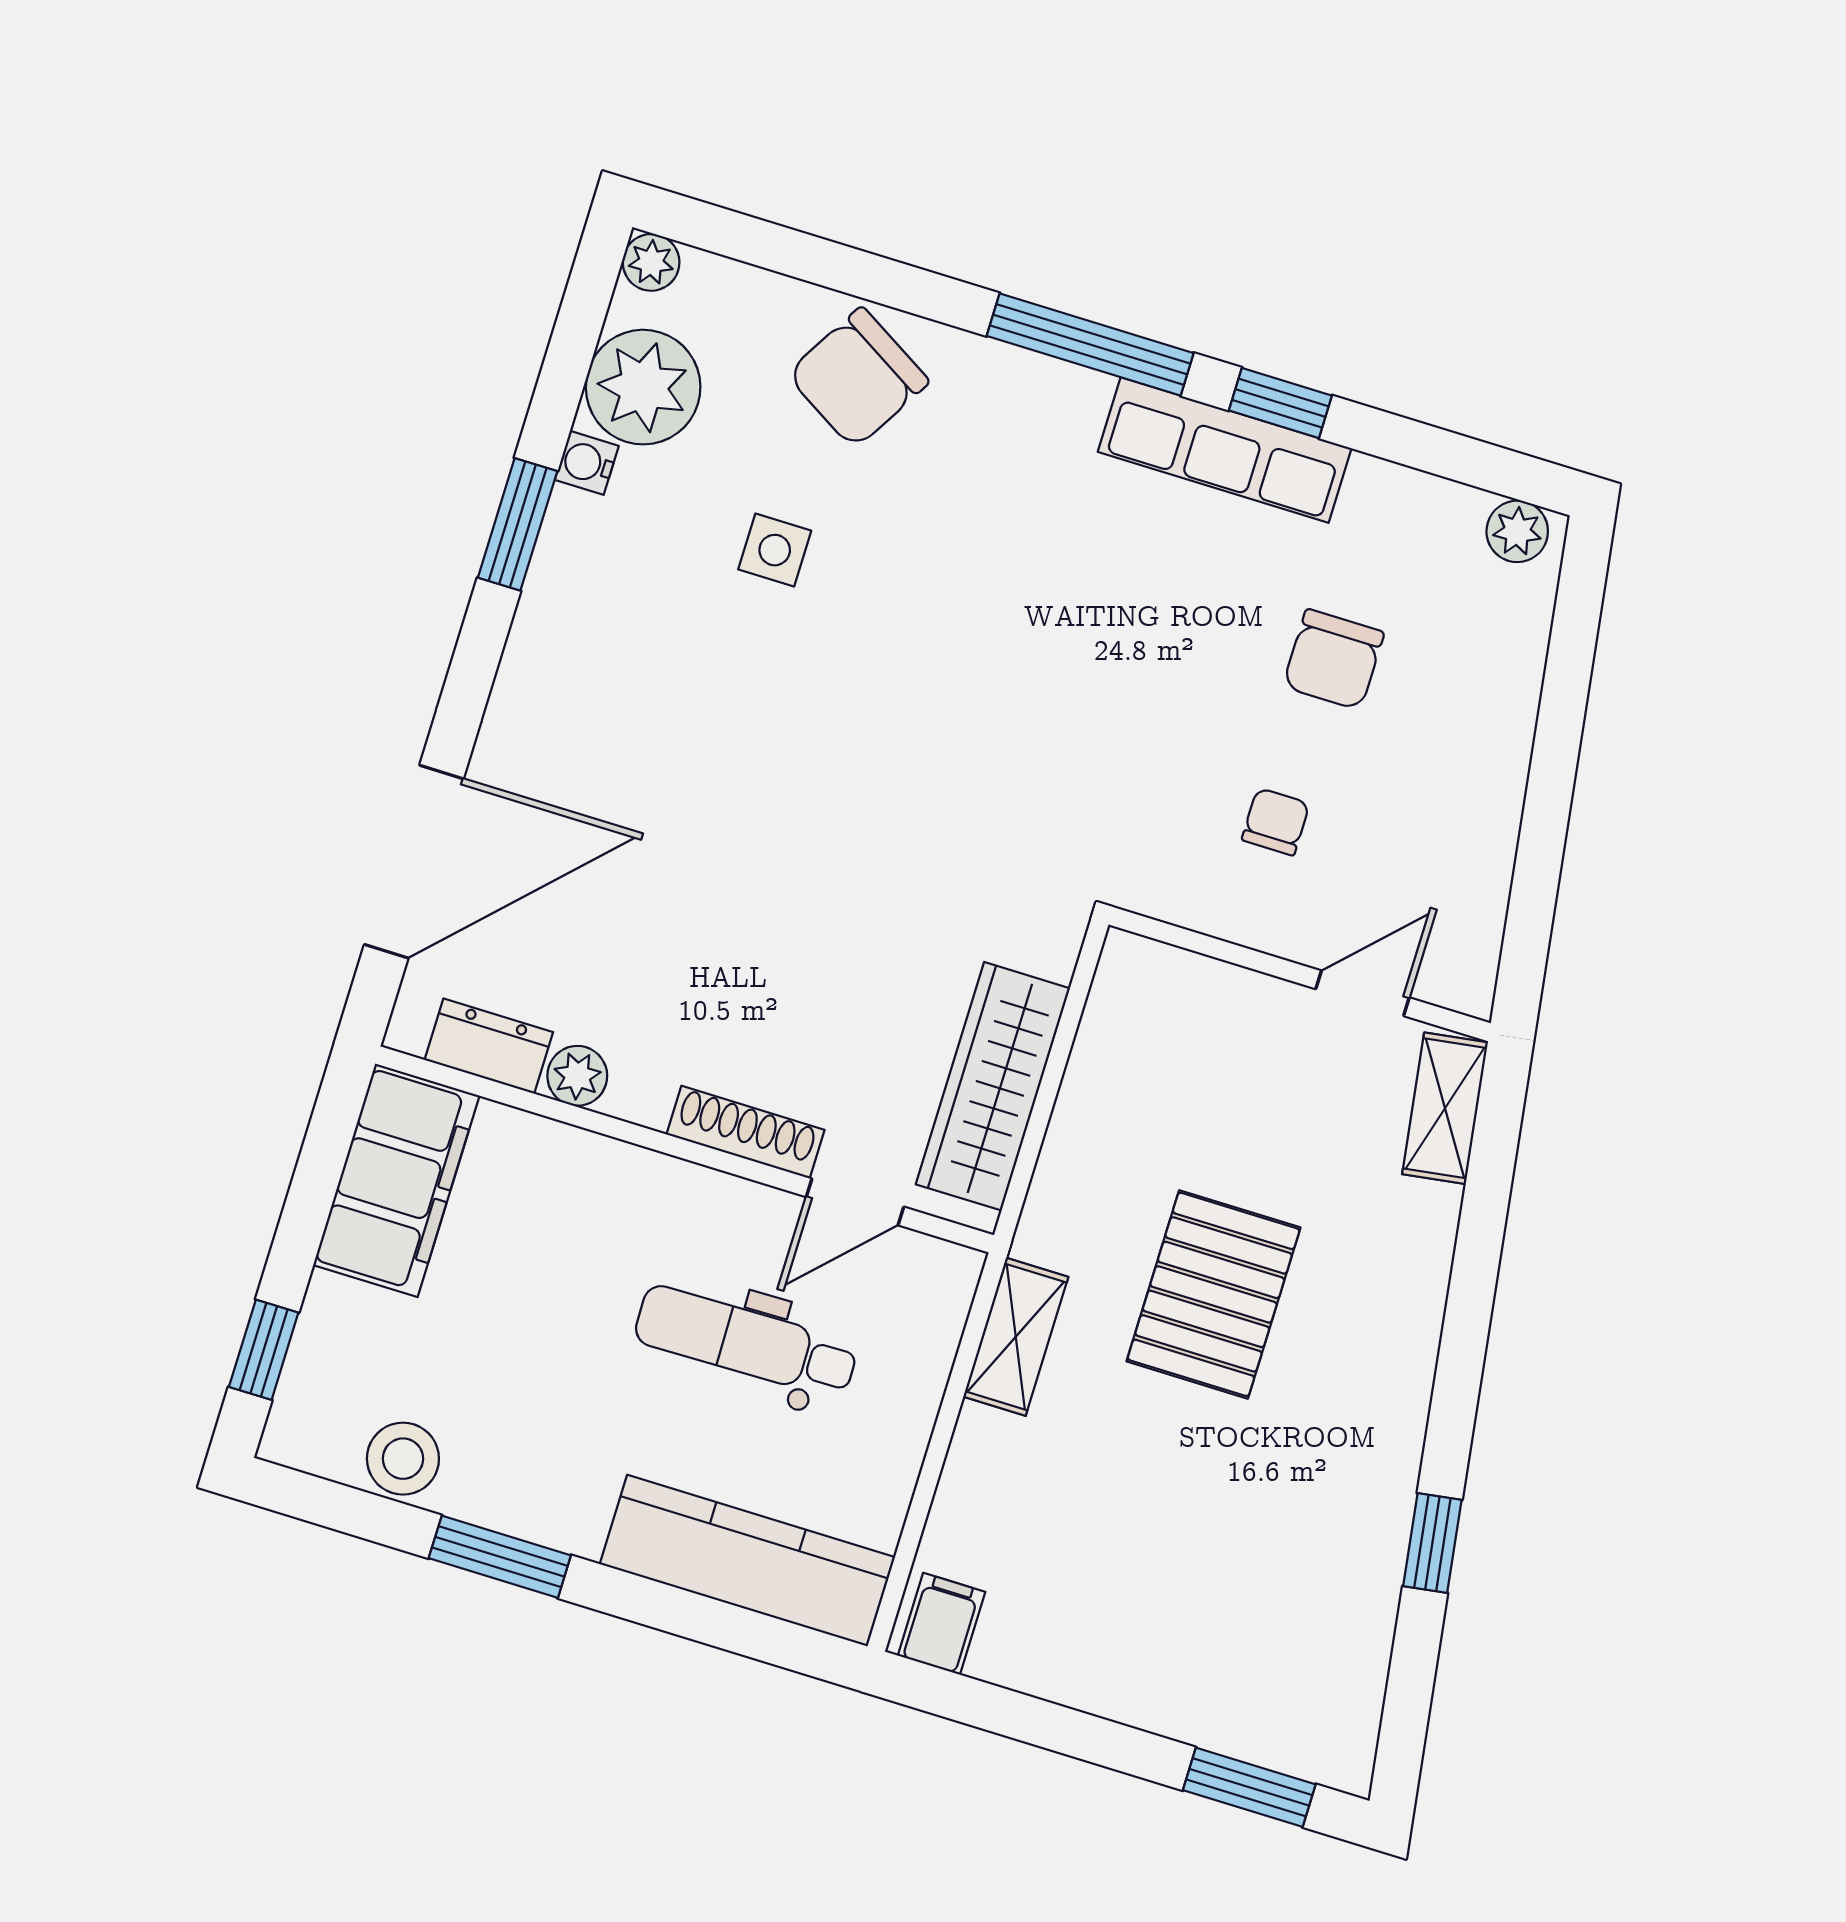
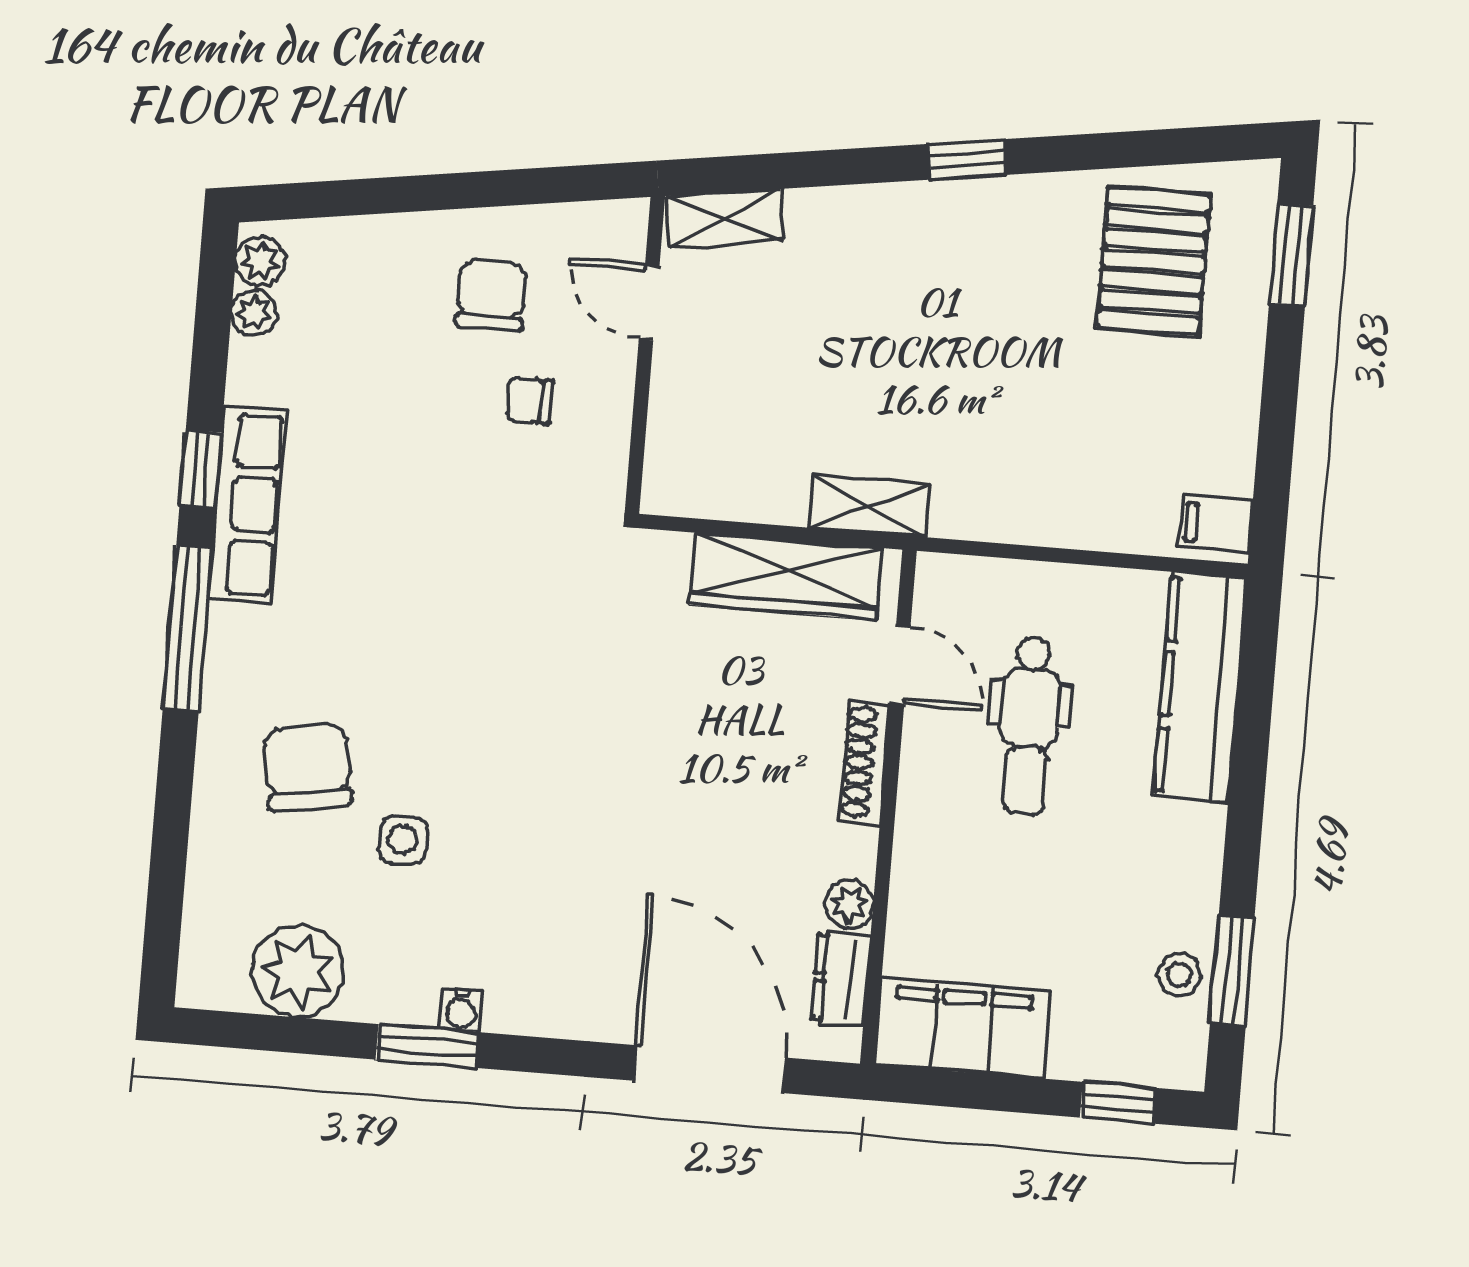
plant: (651, 262) -> (254, 313), moved
chair: (858, 378) -> (307, 767), moved, turned -131
water cooler: (587, 463) -> (461, 1010), moved
chair: (1333, 659) -> (491, 296), moved, turned -90
pallet: (1214, 1294) -> (1154, 261), moved, turned 90
shelving: (1016, 1337) -> (870, 506), moved
stool: (403, 1459) -> (1179, 975), width x0.73, depth x0.73
window: (1432, 1543) -> (967, 159), moved
window: (500, 1557) -> (1232, 970), moved

